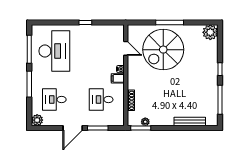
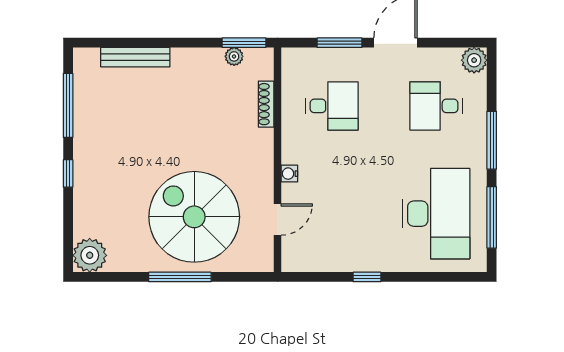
door: (126, 48) -> (277, 220), swing flipped
spiral stairs: (163, 50) -> (194, 217), turned -90
desk: (54, 51) -> (436, 214), turned 180
filing cabinet: (118, 78) -> (295, 153), removed
desk: (54, 100) -> (436, 106), turned 180

